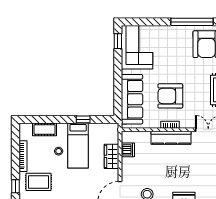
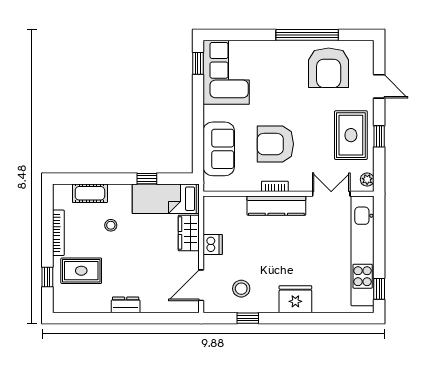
sofa: (132, 99) -> (219, 149), width x0.73
bed: (78, 146) -> (166, 199), moved, turned 90
dishwasher: (128, 150) -> (213, 244), moved

